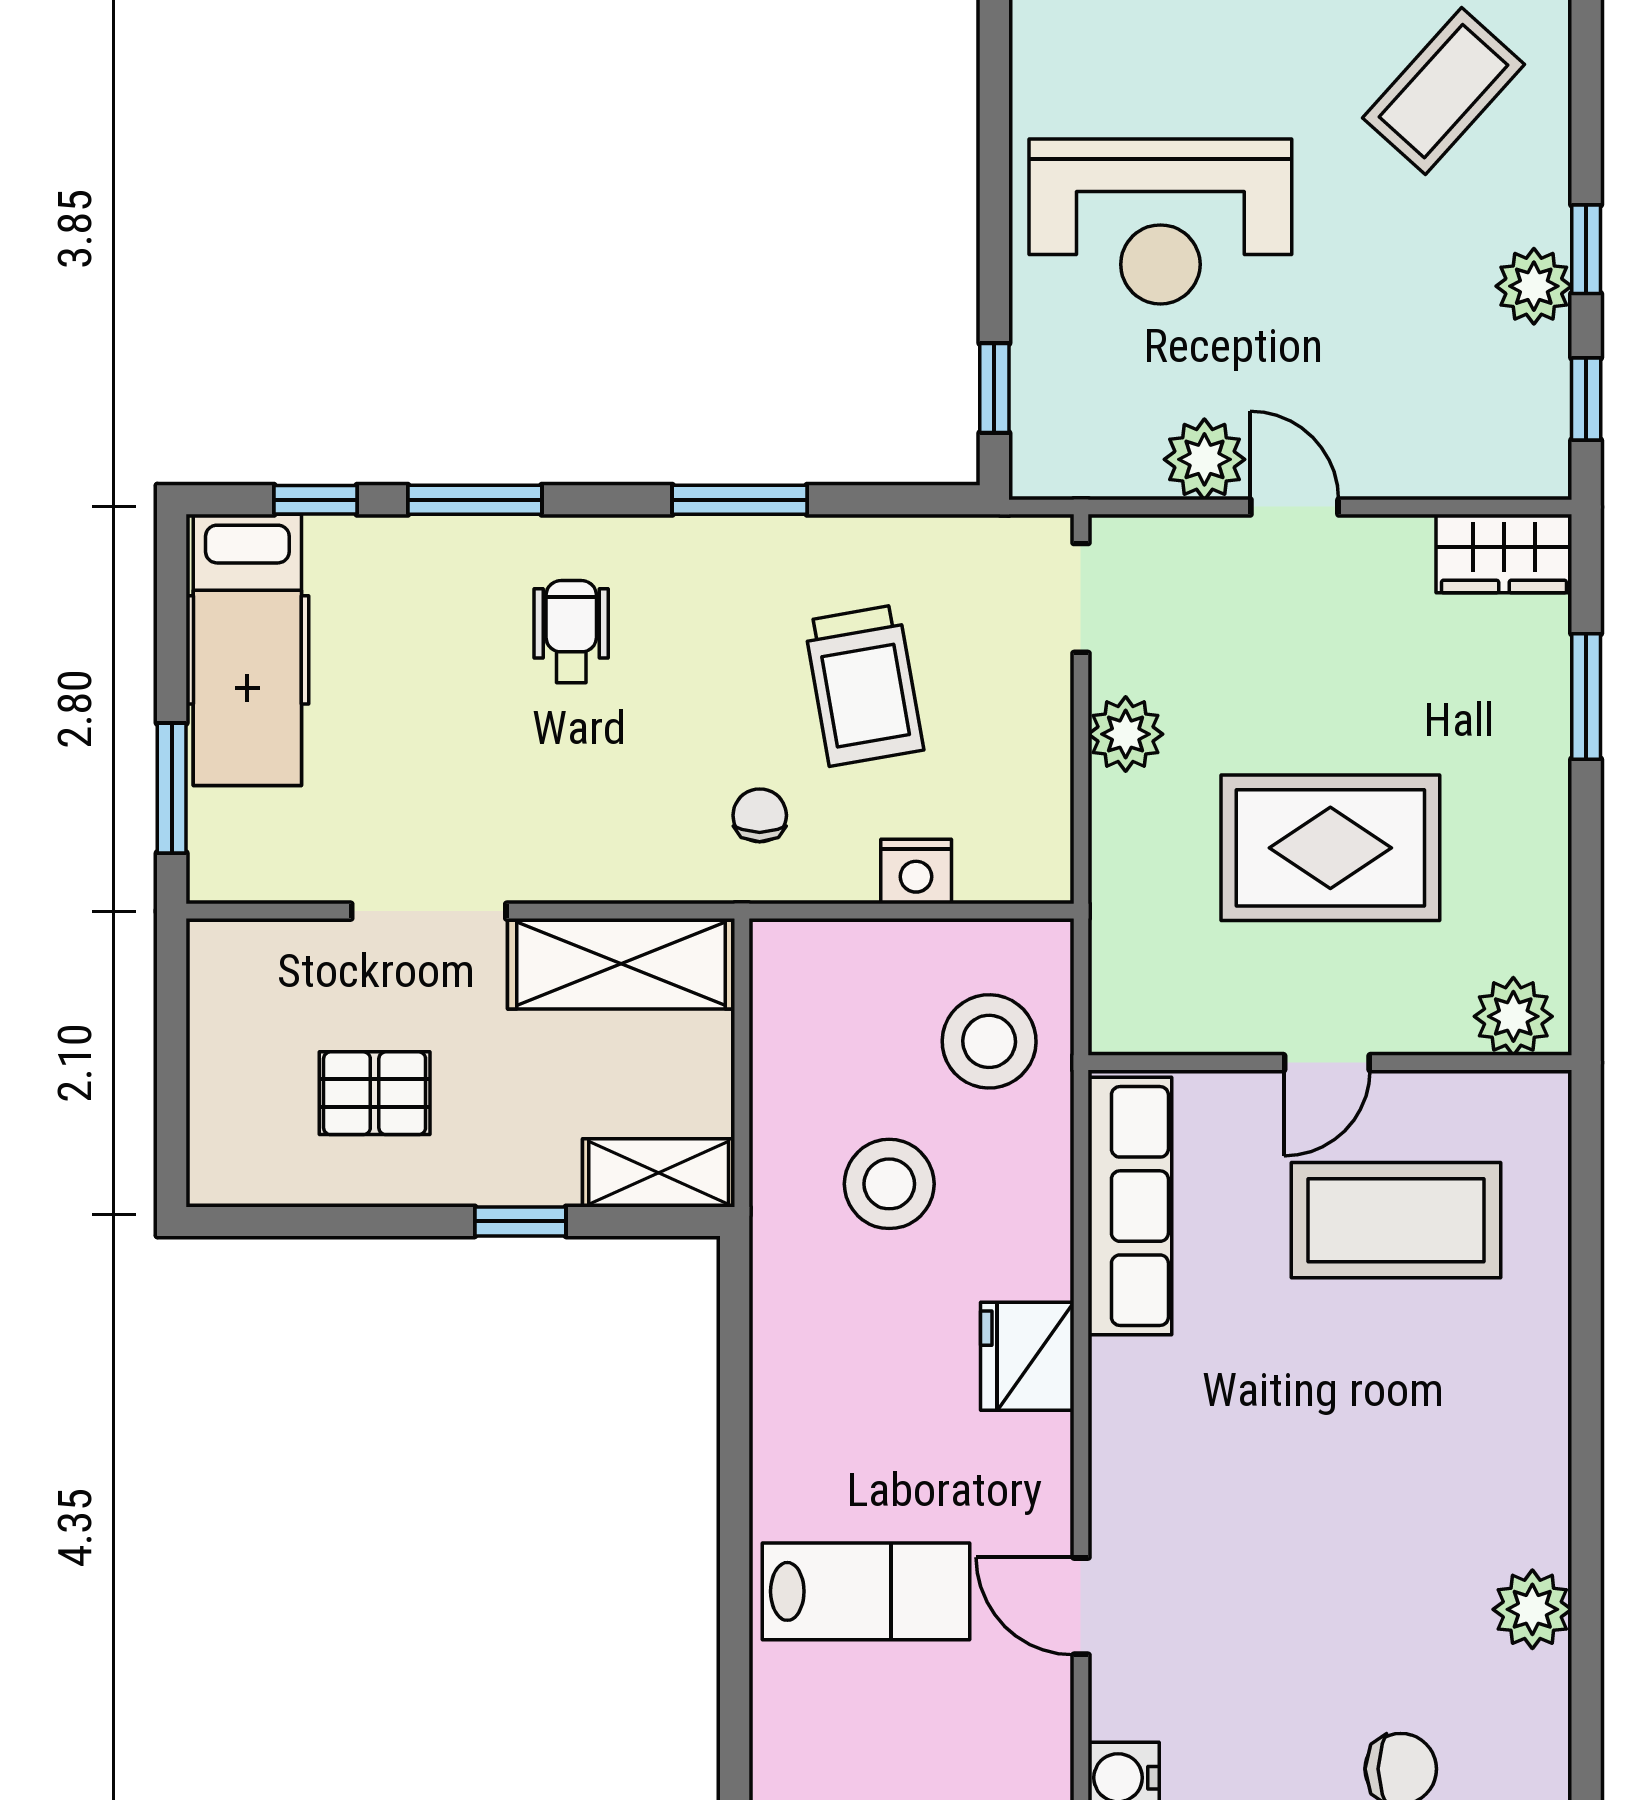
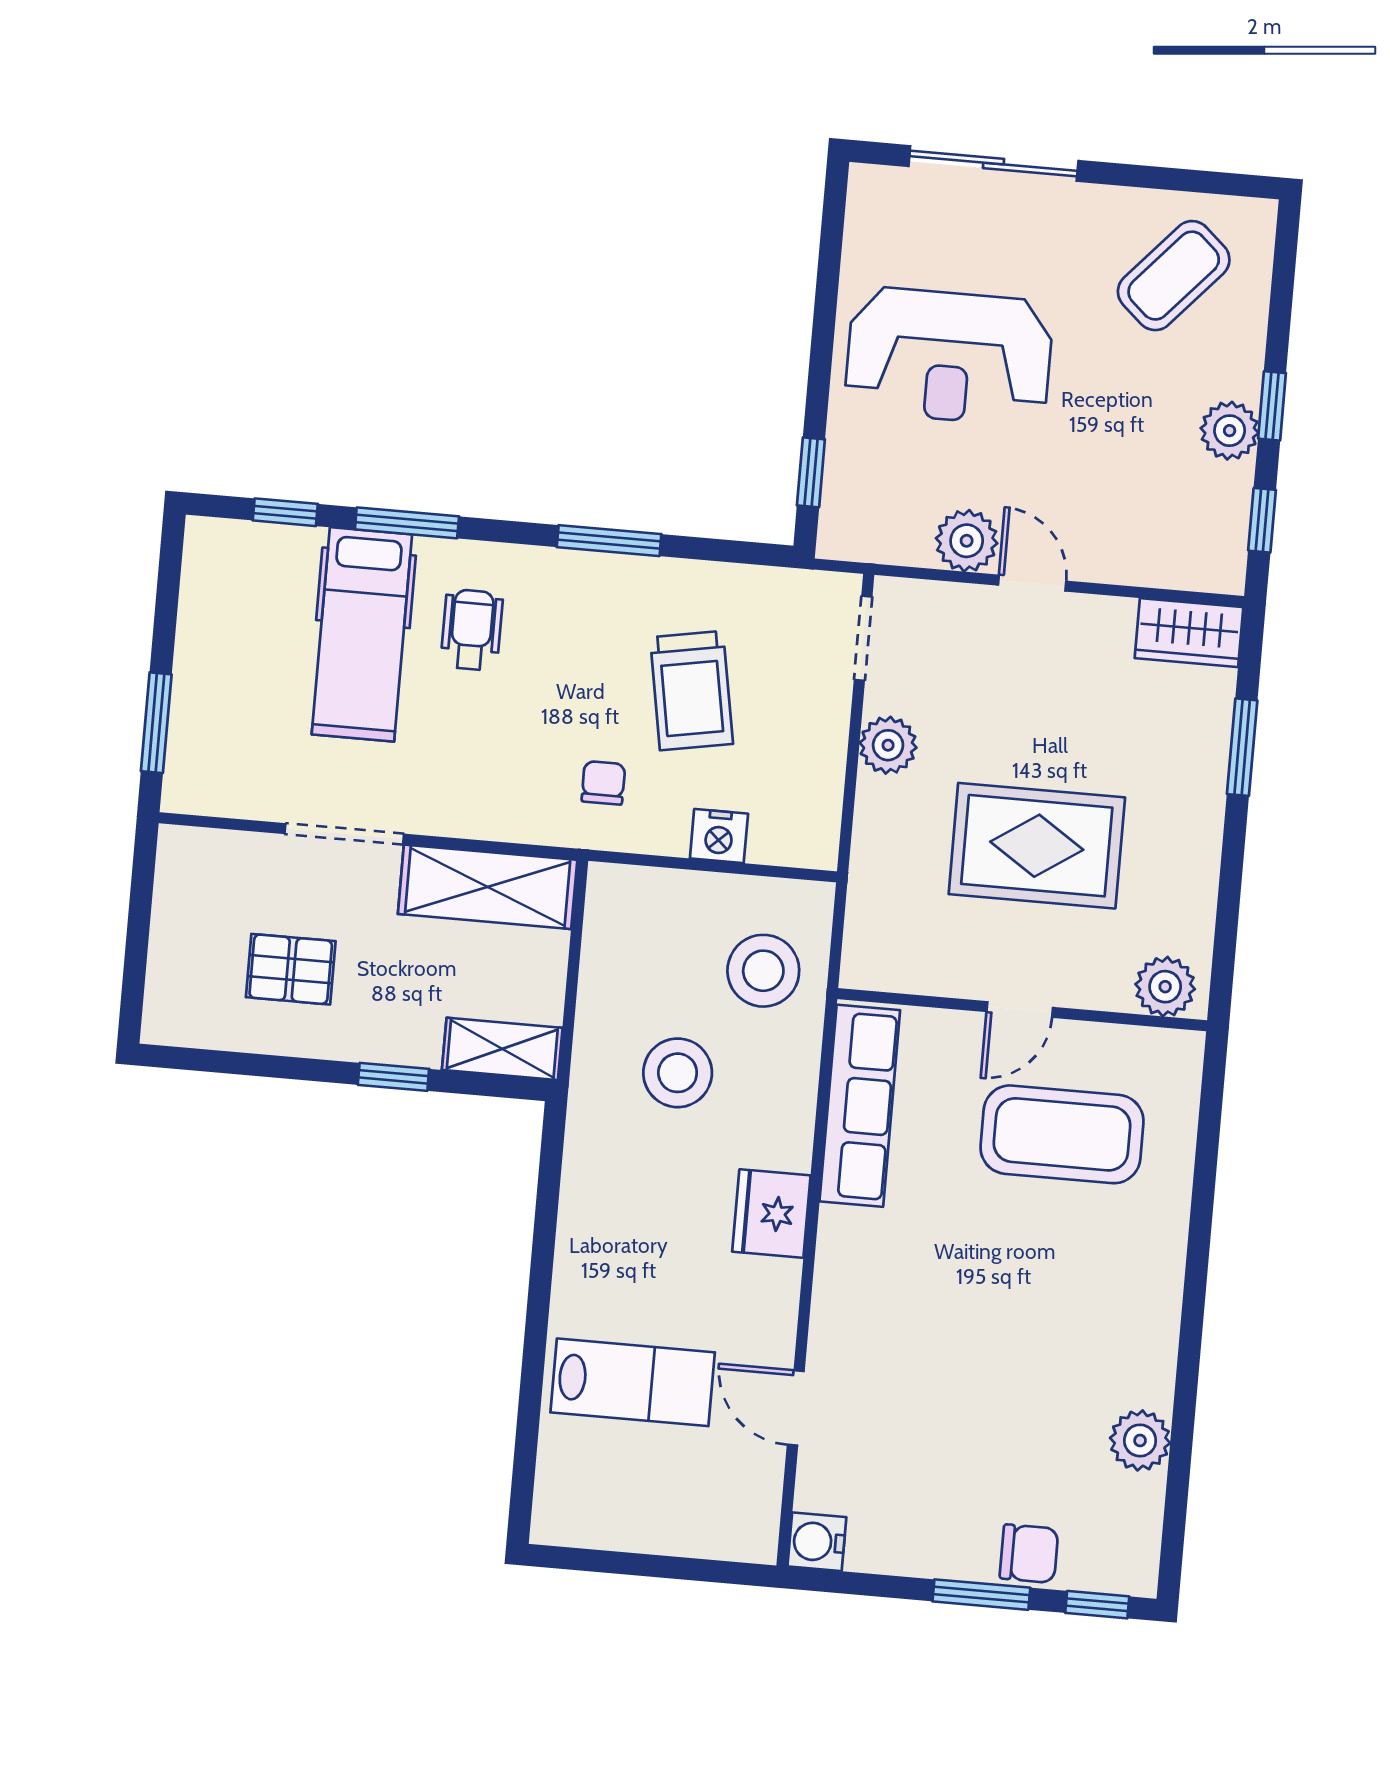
hospital bed: (247, 650) -> (362, 634), moved

